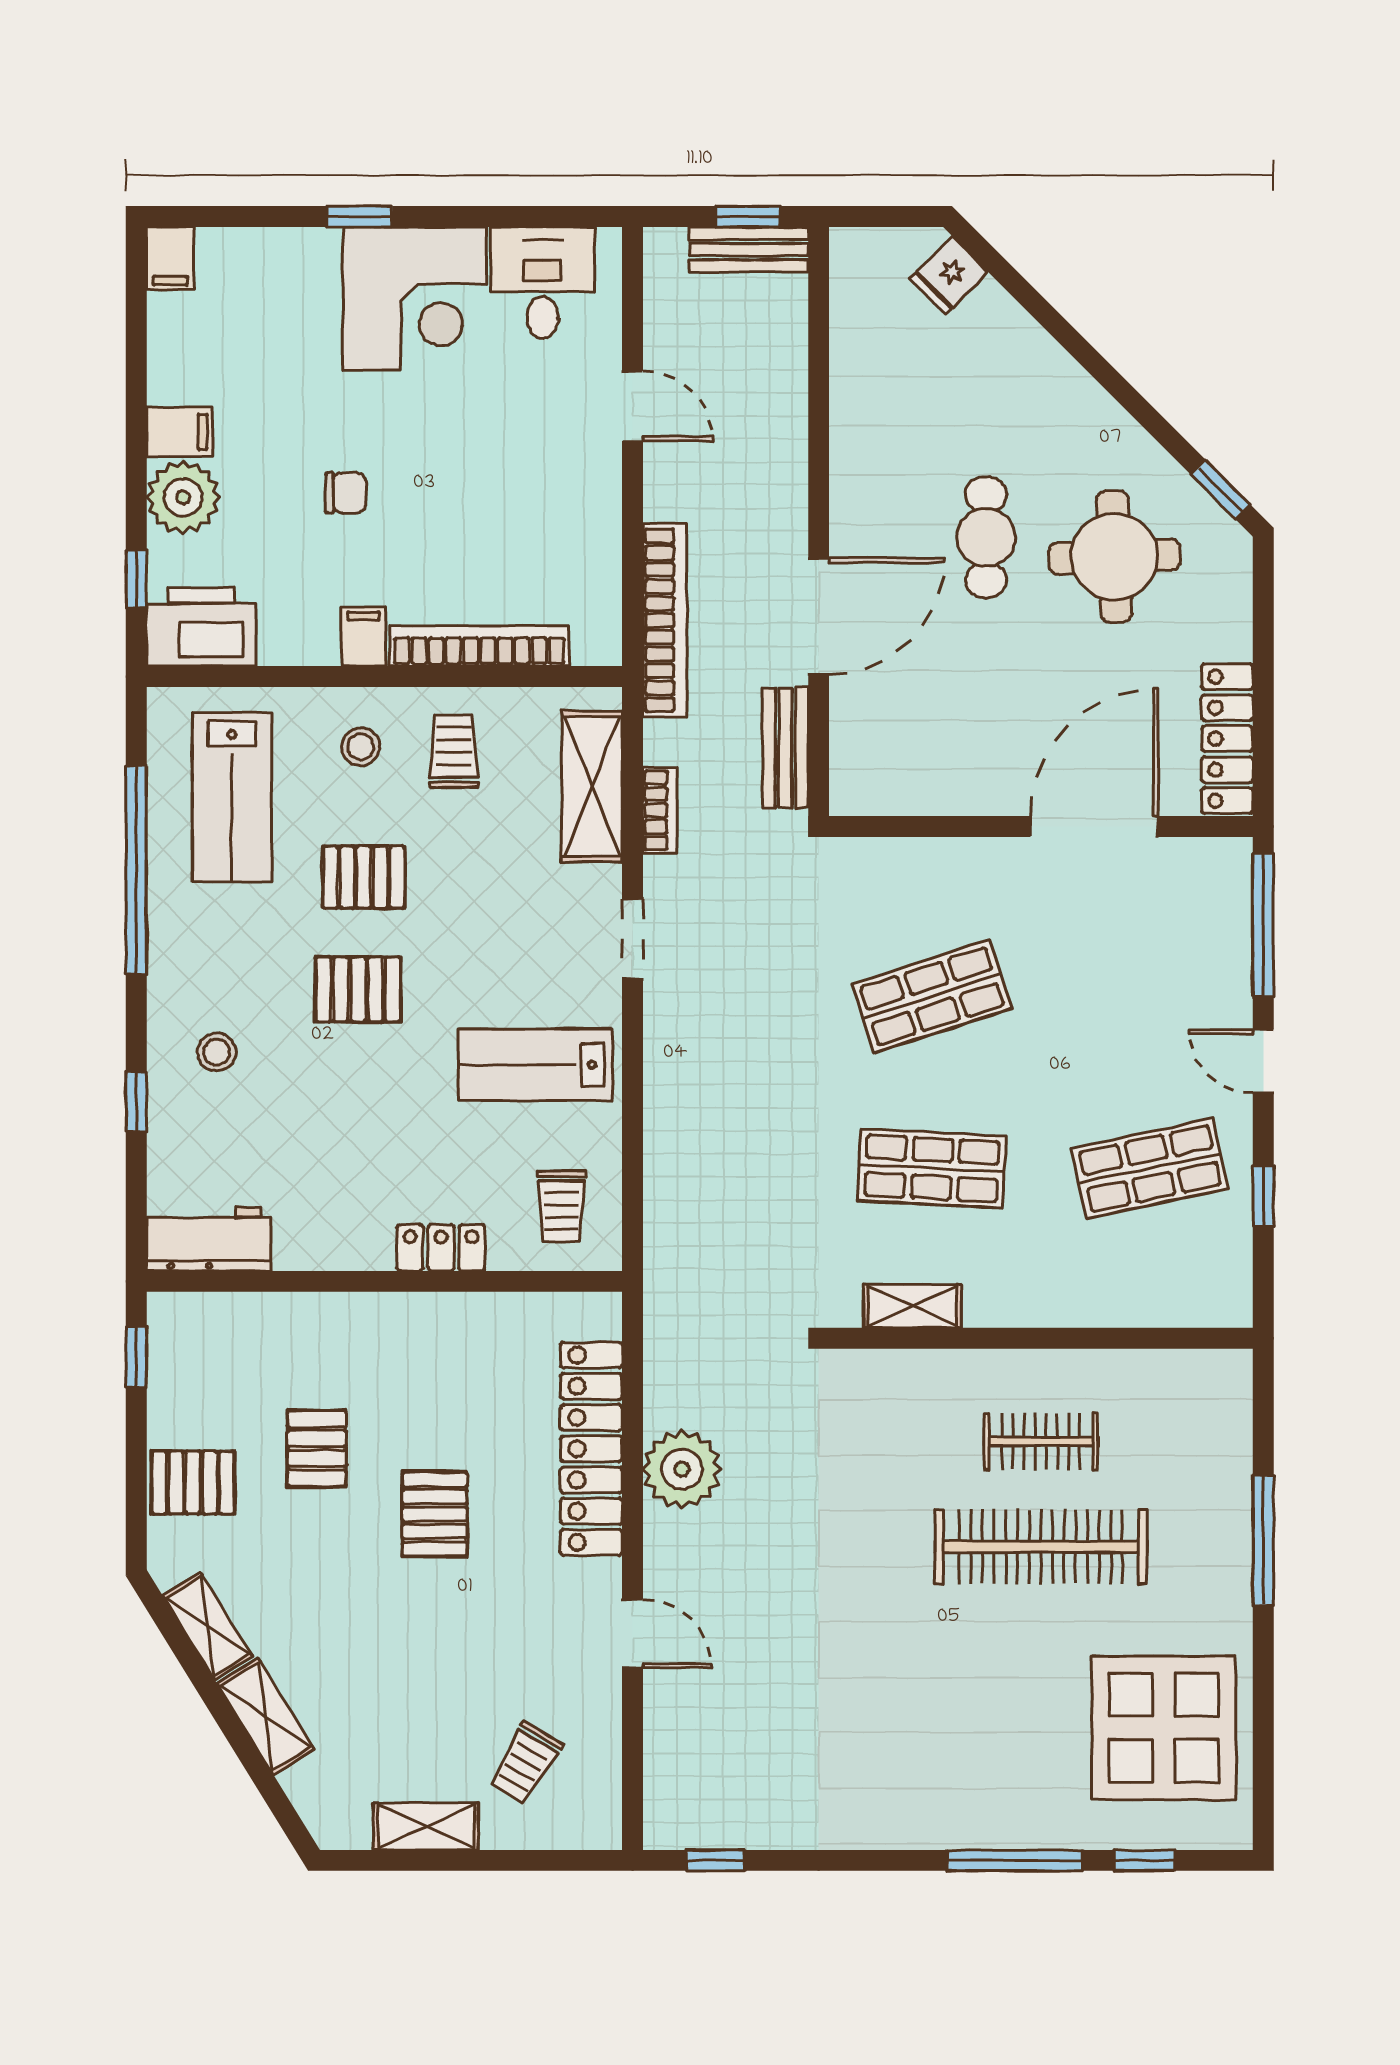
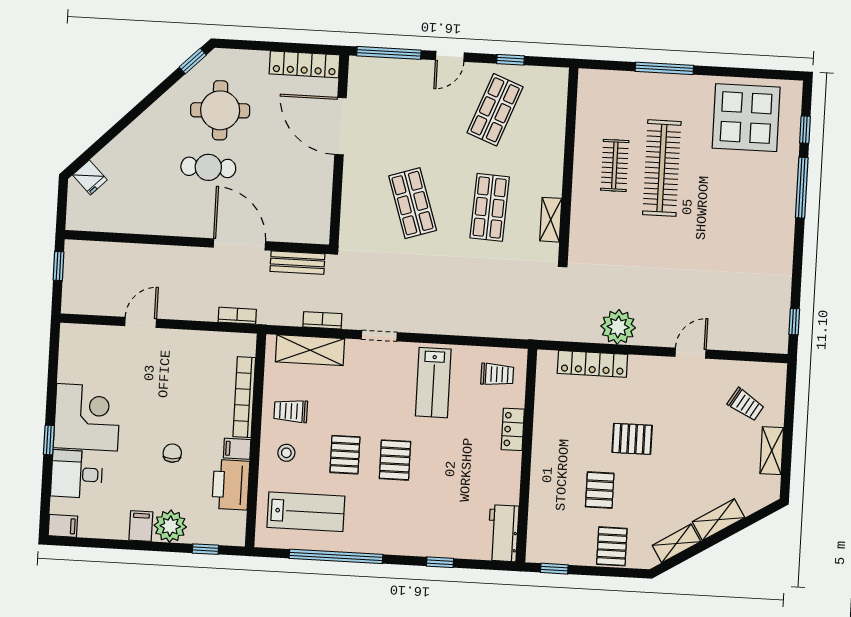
bench: (749, 250) -> (73, 266), removed
desk: (543, 283) -> (77, 474), moved
bookcase: (665, 620) -> (237, 316), width x0.43, depth x0.76
printer: (201, 627) -> (231, 485), moved
stool: (217, 1052) -> (420, 525), removed
shop shelf: (1150, 1168) -> (495, 110), turned 33
pallet: (317, 1449) -> (600, 490), turned 90
locker: (591, 1449) -> (592, 364), width x0.71, depth x0.83

